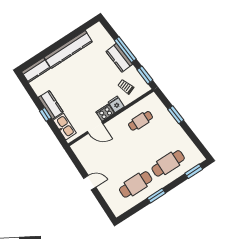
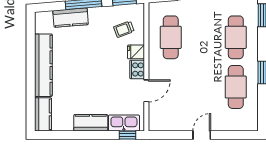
kitchen counter: (119, 58) -> (71, 18), moved
window: (45, 114) -> (127, 135), moved
cafe table: (140, 121) -> (171, 37), width x1.37, depth x1.35

